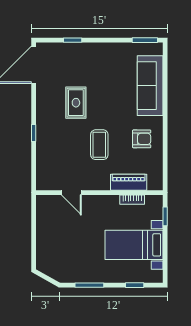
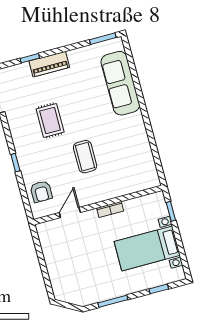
armchair: (142, 139) -> (41, 192), moved, turned 90
piano: (129, 182) -> (49, 64), moved, turned 180
door: (71, 193) -> (70, 213), swing flipped
bookcase: (132, 200) -> (110, 209), moved

